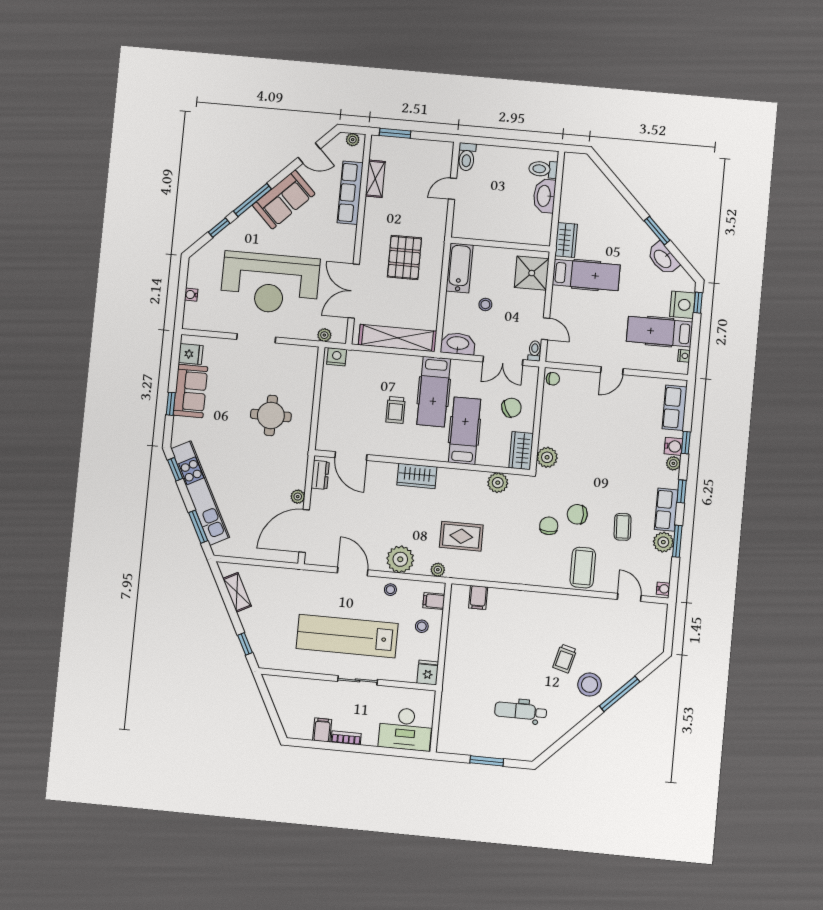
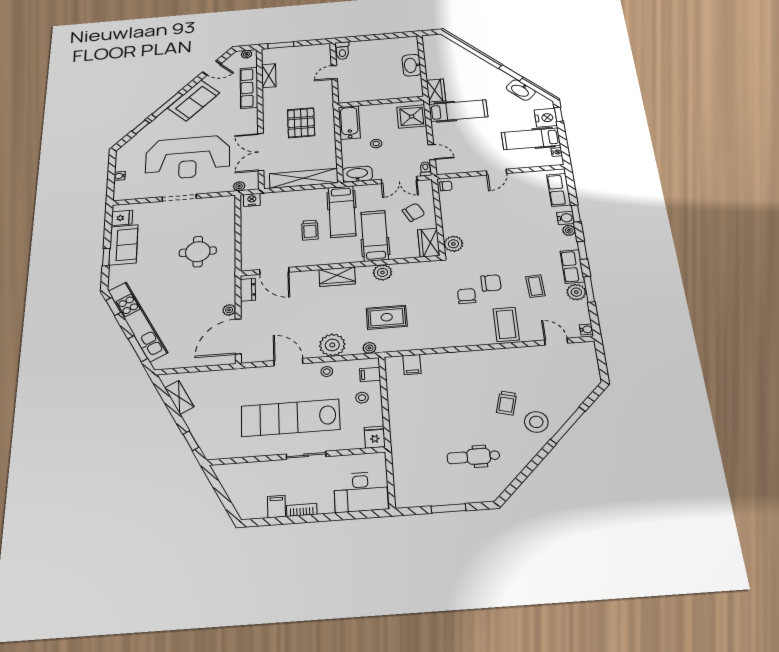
toilet: (543, 169) -> (407, 49), removed
plant: (498, 483) -> (382, 272), moved
chair: (577, 514) -> (491, 283), turned 180

